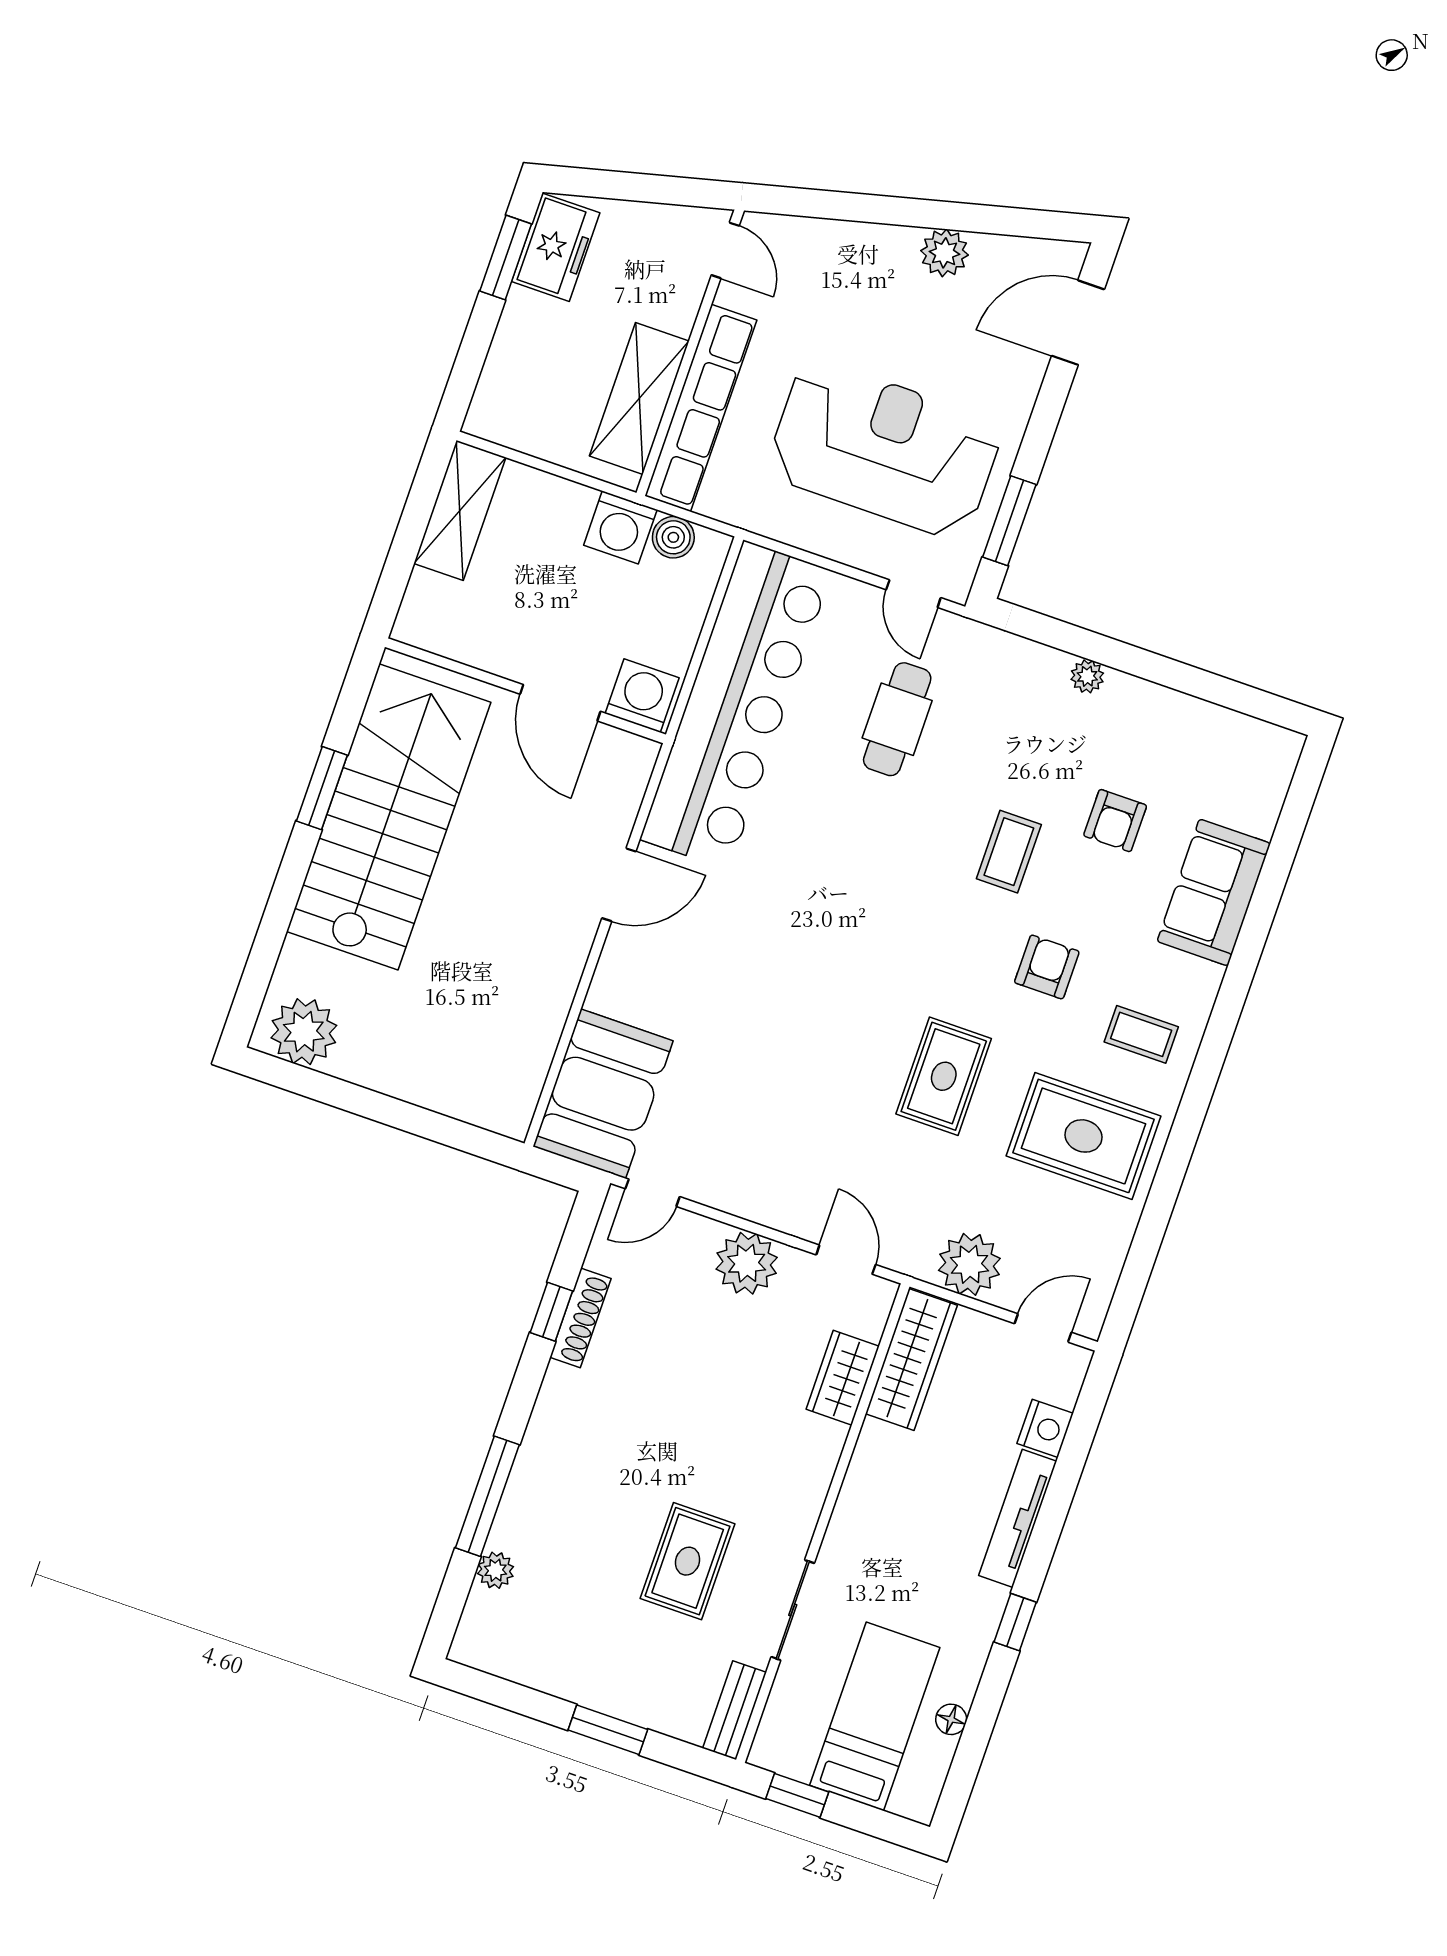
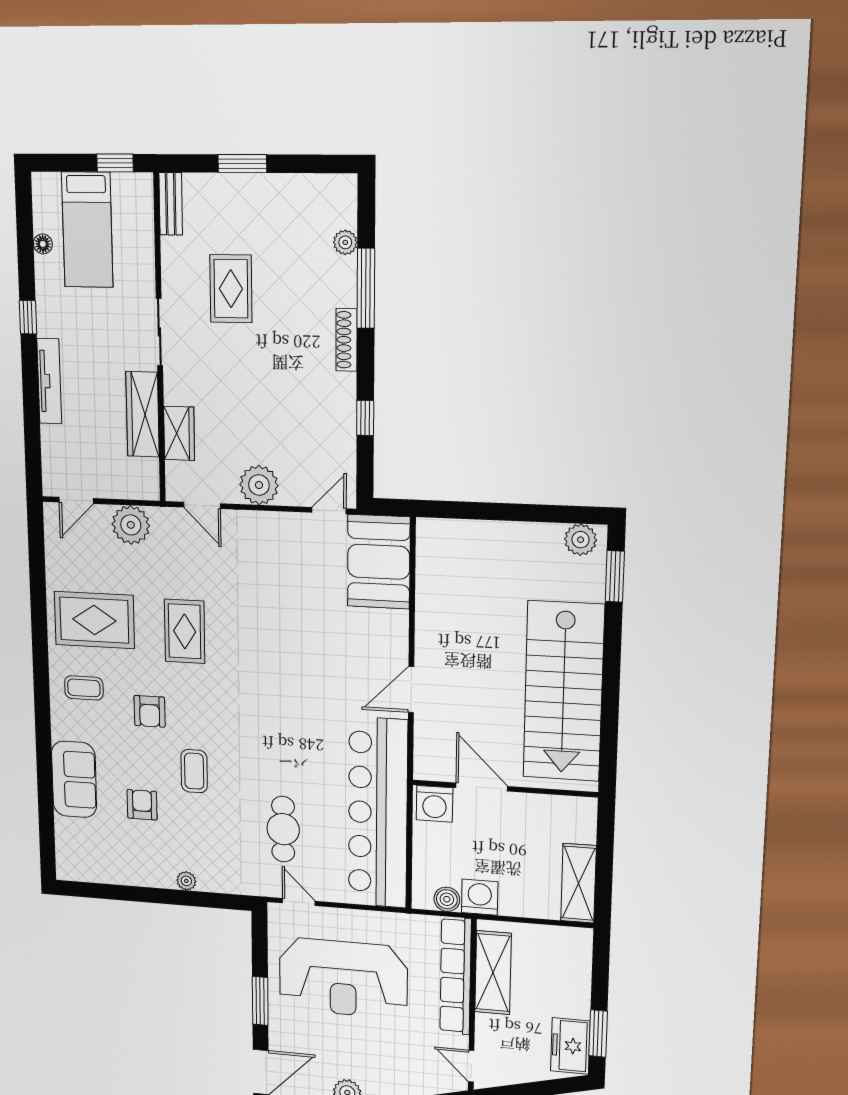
window: (1009, 521) -> (260, 1001), moved
window: (322, 788) -> (615, 576), moved
plant: (304, 1032) -> (581, 540), width x0.73, depth x0.73
shoe rack: (580, 1318) -> (347, 340), moved
wardrobe: (911, 1359) -> (143, 414), moved
nightstand: (1045, 1428) -> (53, 441), removed
sliding door: (793, 1610) -> (159, 332), moved

